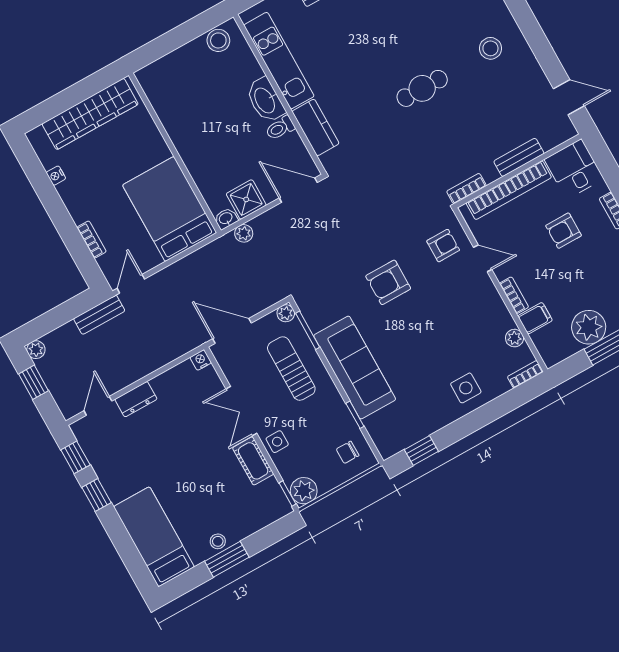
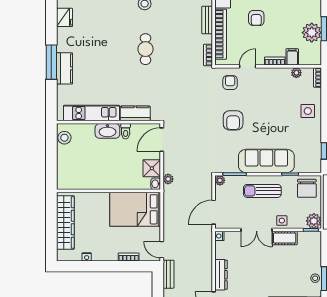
sun lounger: (291, 369) -> (262, 191), moved
dresser: (136, 399) -> (221, 275), width x1.44
chair: (348, 452) -> (307, 188), width x1.87, depth x1.87

